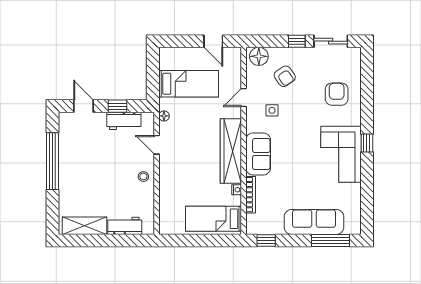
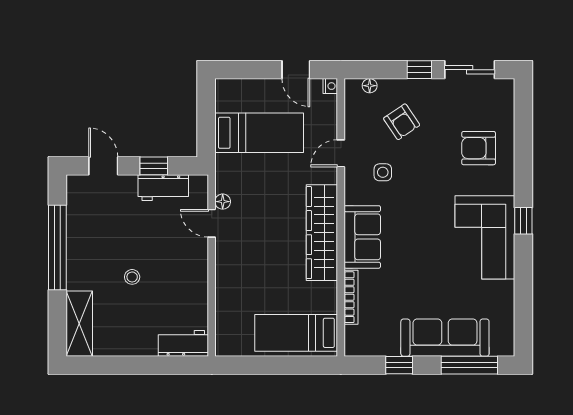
floor lamp: (259, 56) -> (370, 86), width x0.53, depth x0.53
armchair: (337, 94) -> (479, 148), turned -90
floor lamp: (164, 116) -> (223, 202), moved
stool: (143, 177) -> (132, 277), moved
nightstand: (237, 190) -> (330, 86), moved
shelving: (84, 226) -> (79, 324), moved, turned 90
workbench: (125, 226) -> (183, 343), moved
window: (266, 240) -> (399, 365), moved

